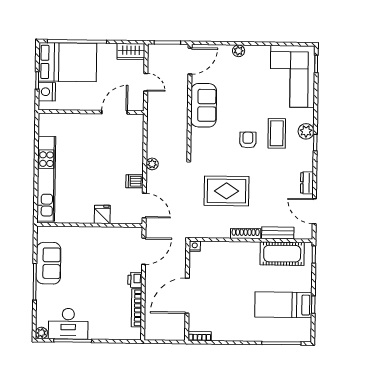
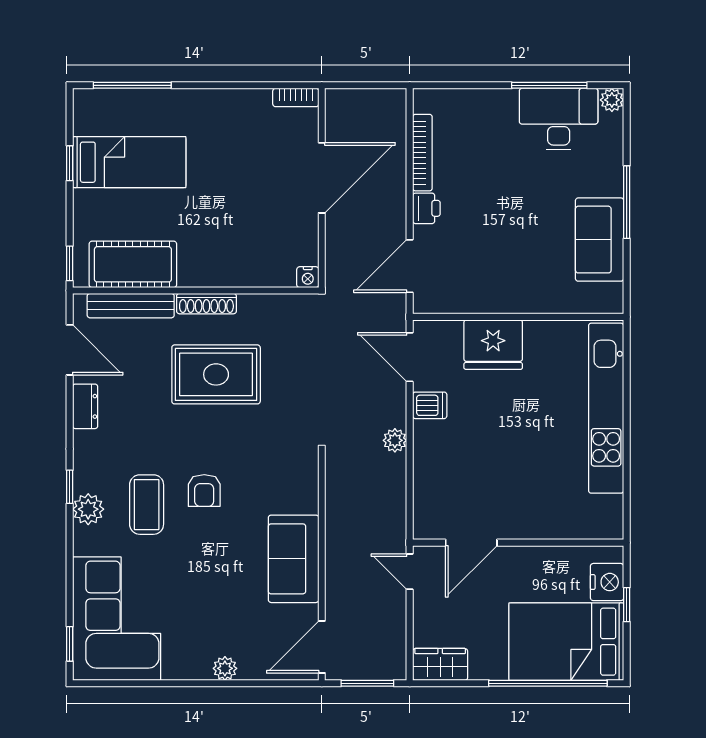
door: (146, 82) -> (410, 572), moved
rug: (226, 191) -> (216, 374), moved
fridge: (102, 214) -> (493, 345), width x1.88, depth x1.34
bench: (278, 233) -> (131, 306), width x1.36

